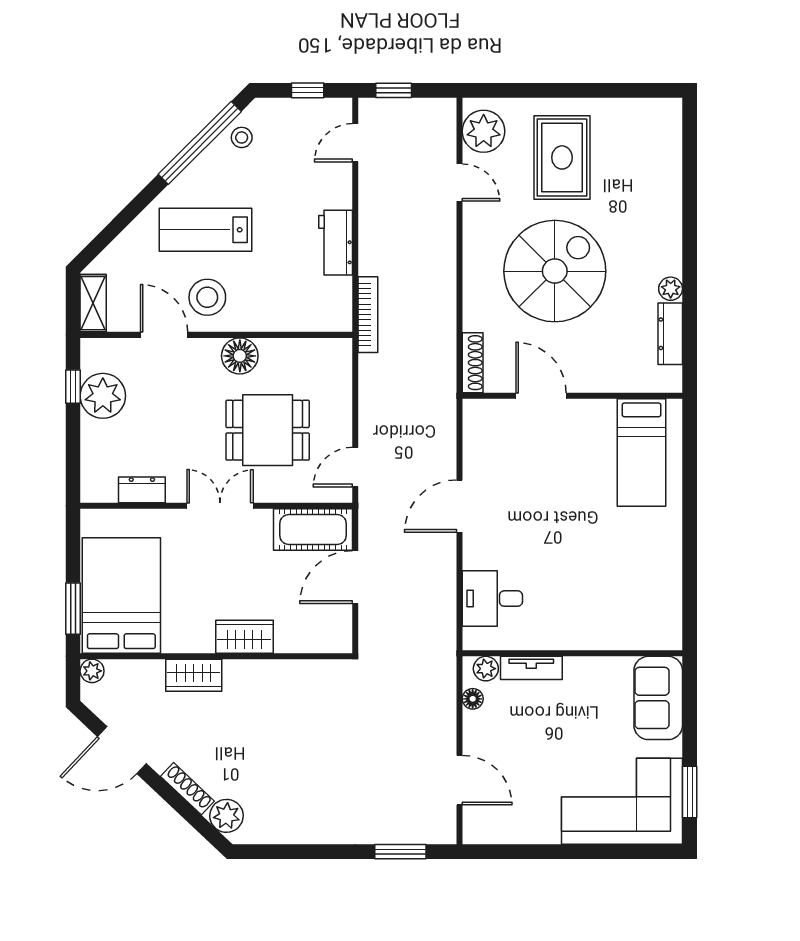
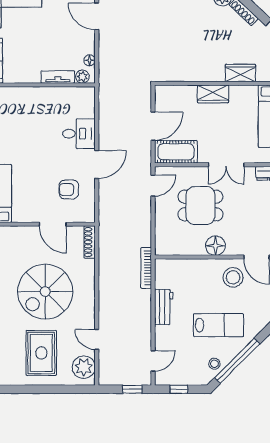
lab bench: (206, 230) -> (218, 325), moved
armchair: (511, 460) -> (69, 189), added
desk: (492, 599) -> (79, 134), moved

